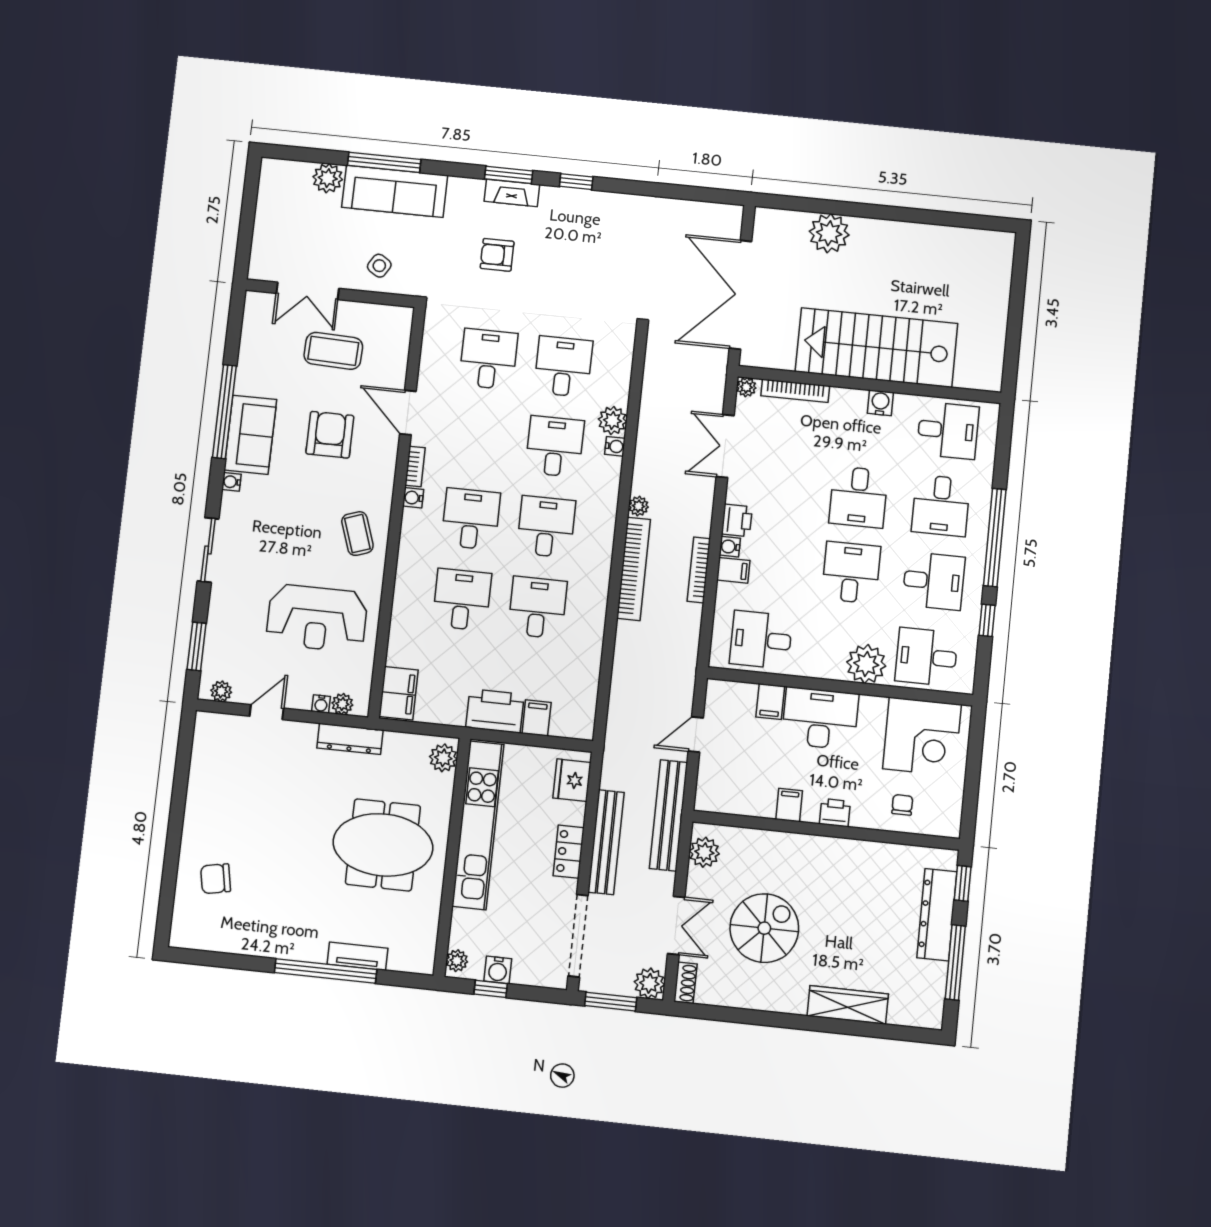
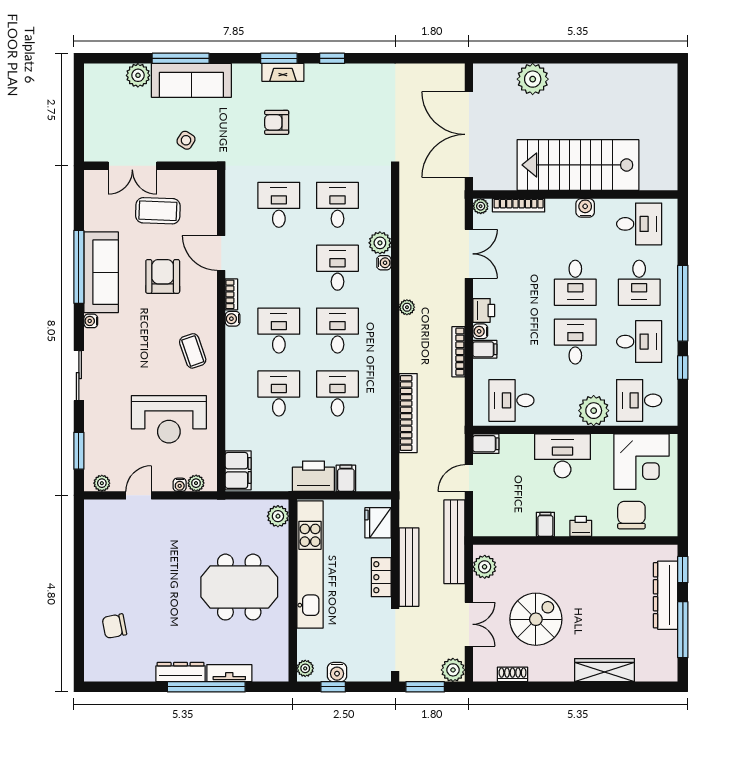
sofa: (250, 435) -> (101, 272), width x1.36
double door: (725, 446) -> (469, 254), swing flipped
bookcase: (634, 569) -> (408, 413), moved
filing cabinet: (770, 702) -> (486, 444), moved, turned -90
dresser: (350, 739) -> (181, 672), moved, turned 180
chair: (902, 805) -> (631, 515), width x1.87, depth x1.87
shoe rack: (685, 983) -> (513, 674), moved, turned -90

